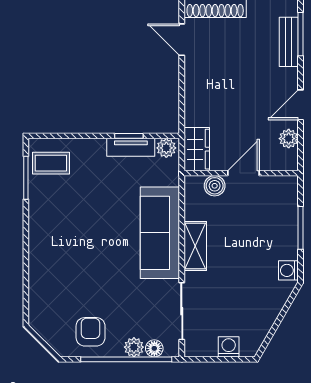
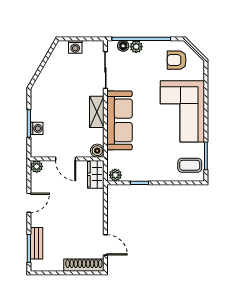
plant: (289, 139) -> (37, 166), moved
tv unit: (131, 147) -> (138, 175), removed
door: (243, 173) -> (66, 159), hinge flipped
boiler: (215, 186) -> (97, 151), moved
corner sofa: (62, 247) -> (182, 111), added
washing machine: (288, 270) -> (37, 128), moved
armchair: (91, 332) -> (177, 60), moved, turned 90

